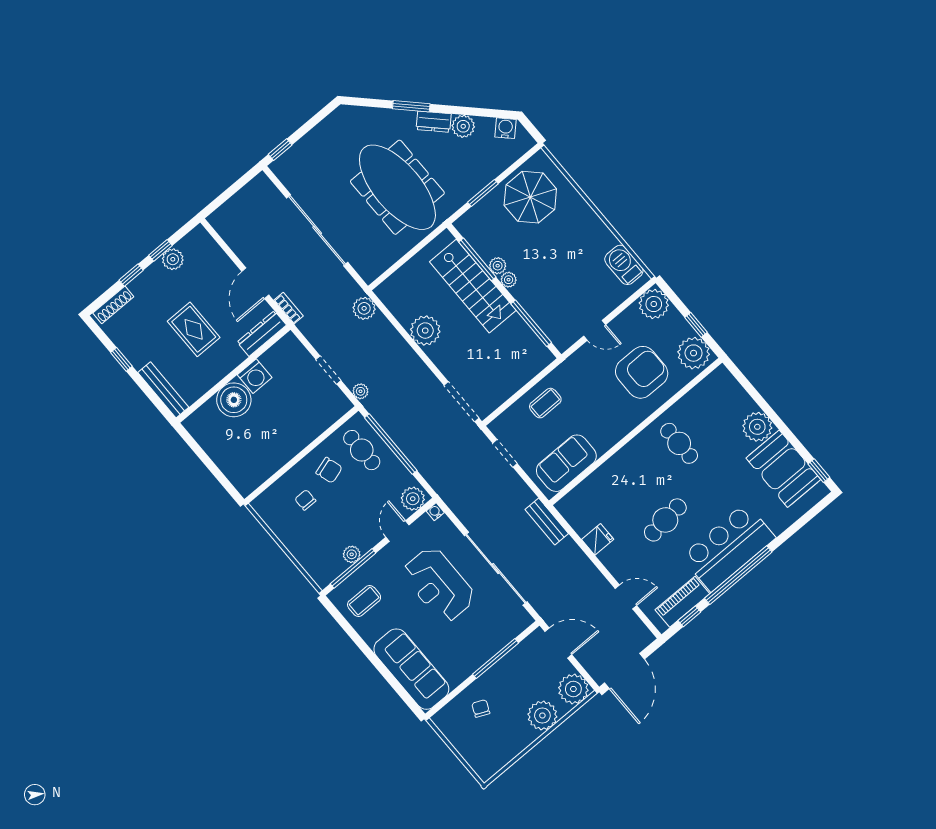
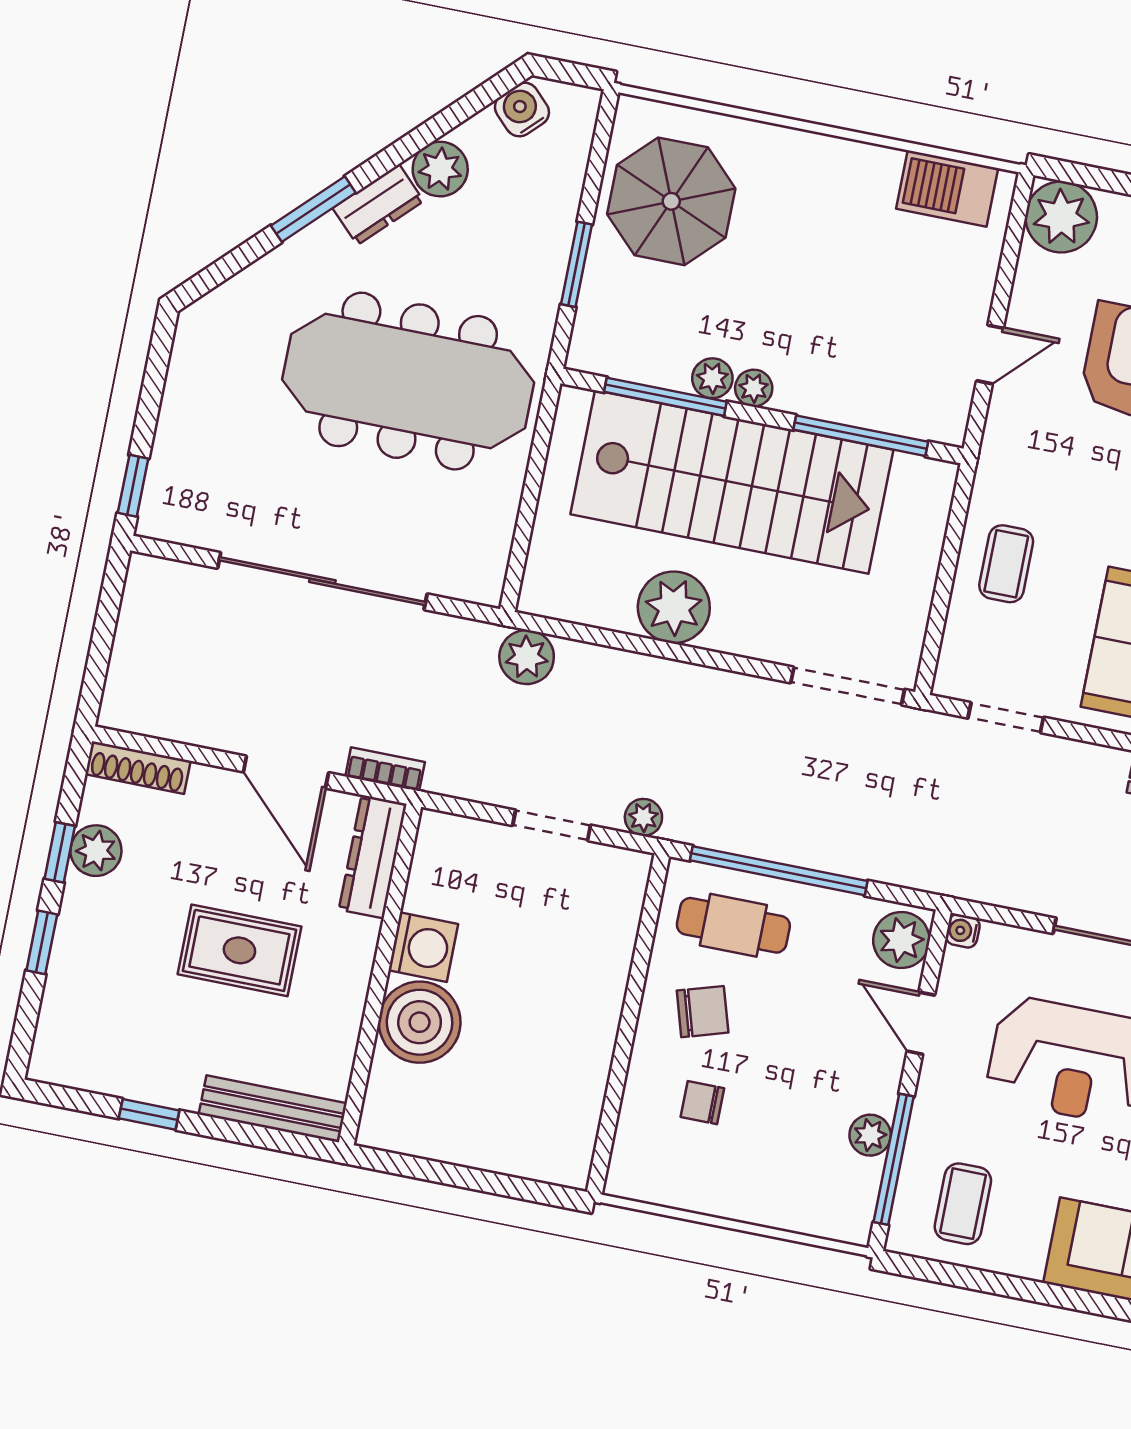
stairs: (473, 286) -> (732, 482), width x1.36, depth x1.51
shoe rack: (113, 305) -> (138, 768), moved, turned 90

